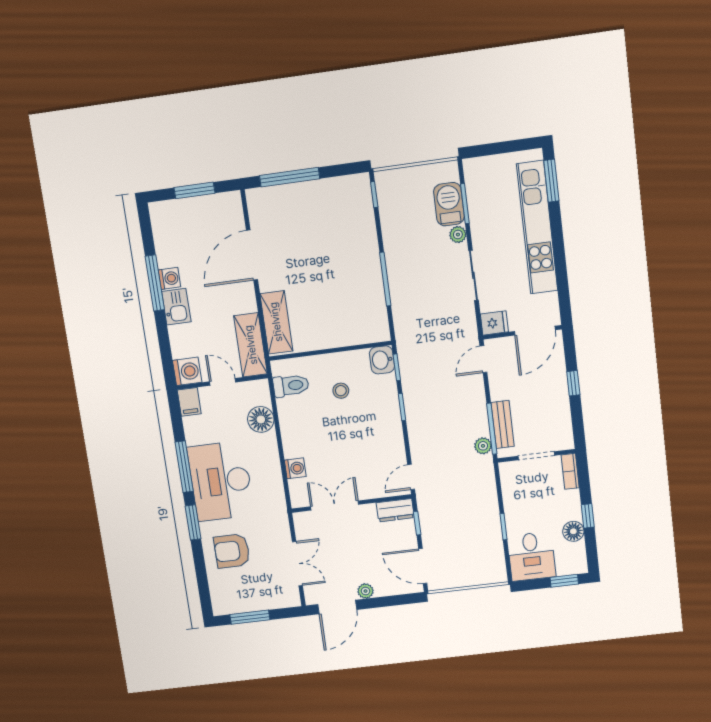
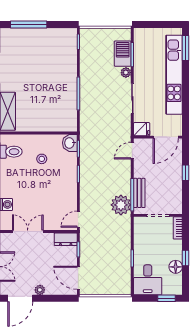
plant: (483, 446) -> (121, 205), width x1.88, depth x1.88

